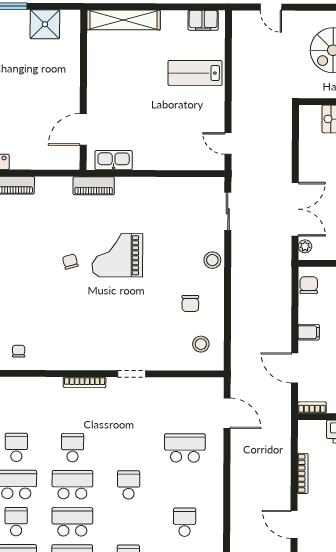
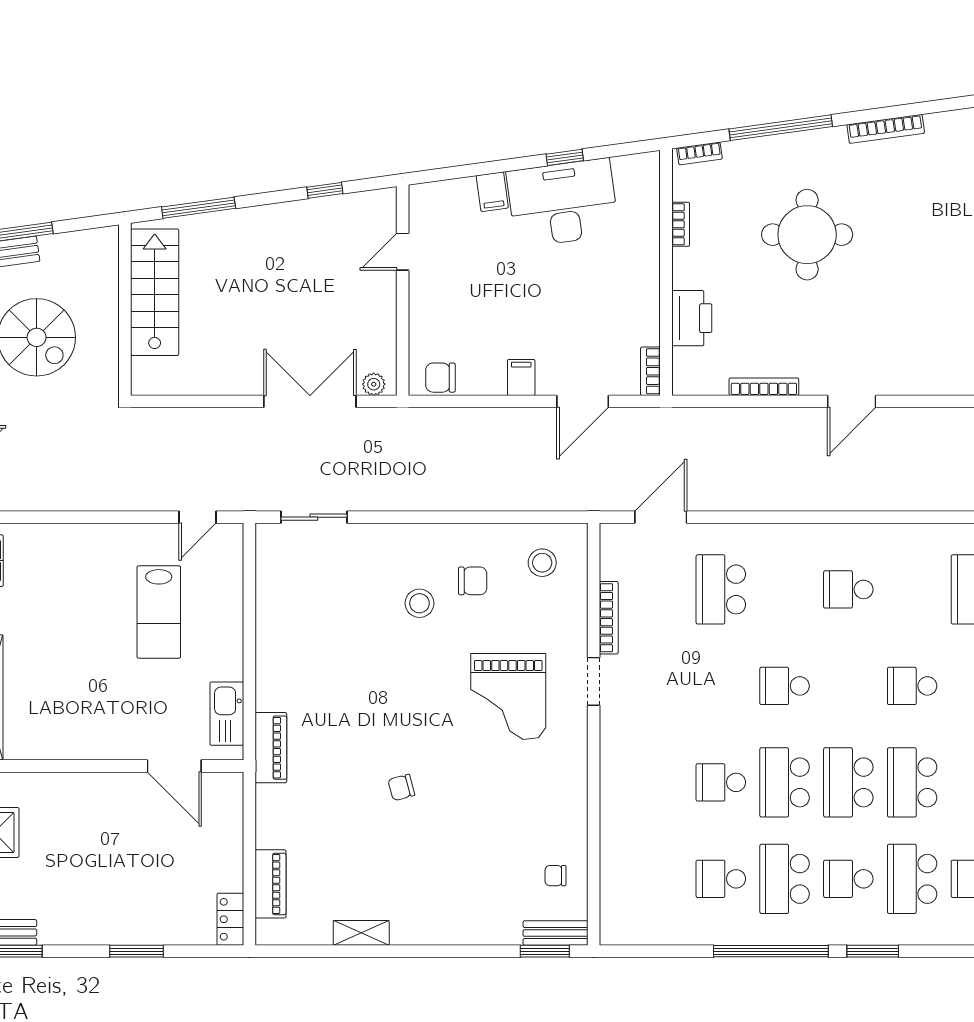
lab bench: (195, 73) -> (159, 612), moved
grand piano: (117, 255) -> (508, 697), moved
stool: (212, 260) -> (419, 603), moved
bookcase: (85, 382) -> (609, 618), moved

